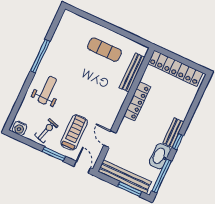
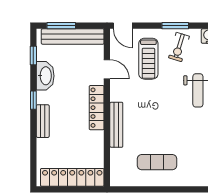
bench: (132, 72) -> (116, 125), moved
locker: (137, 101) -> (97, 108), moved
bench: (173, 132) -> (43, 121), moved
window: (54, 154) -> (175, 26), moved
window: (162, 176) -> (33, 55), width x0.46

